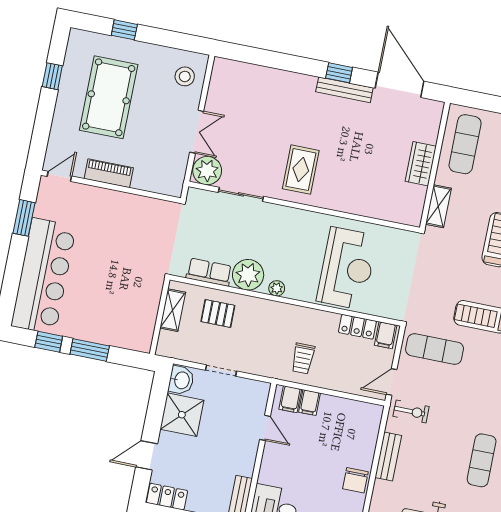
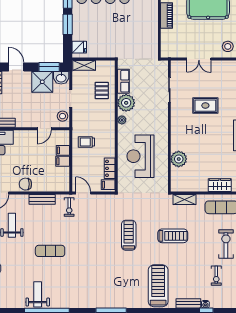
wardrobe: (421, 164) -> (220, 185), moved
rug: (301, 170) -> (205, 106), moved
plant: (207, 171) -> (179, 159), moved
reception desk: (347, 268) -> (140, 156), turned 90
shelving: (173, 310) -> (84, 65), moved
fridge: (134, 338) -> (79, 47), added
exercise mat: (435, 349) -> (106, 213), removed
stool: (249, 391) -> (63, 116), added
window: (158, 397) -> (49, 67), added
filing cabinet: (290, 399) -> (63, 161), moved

